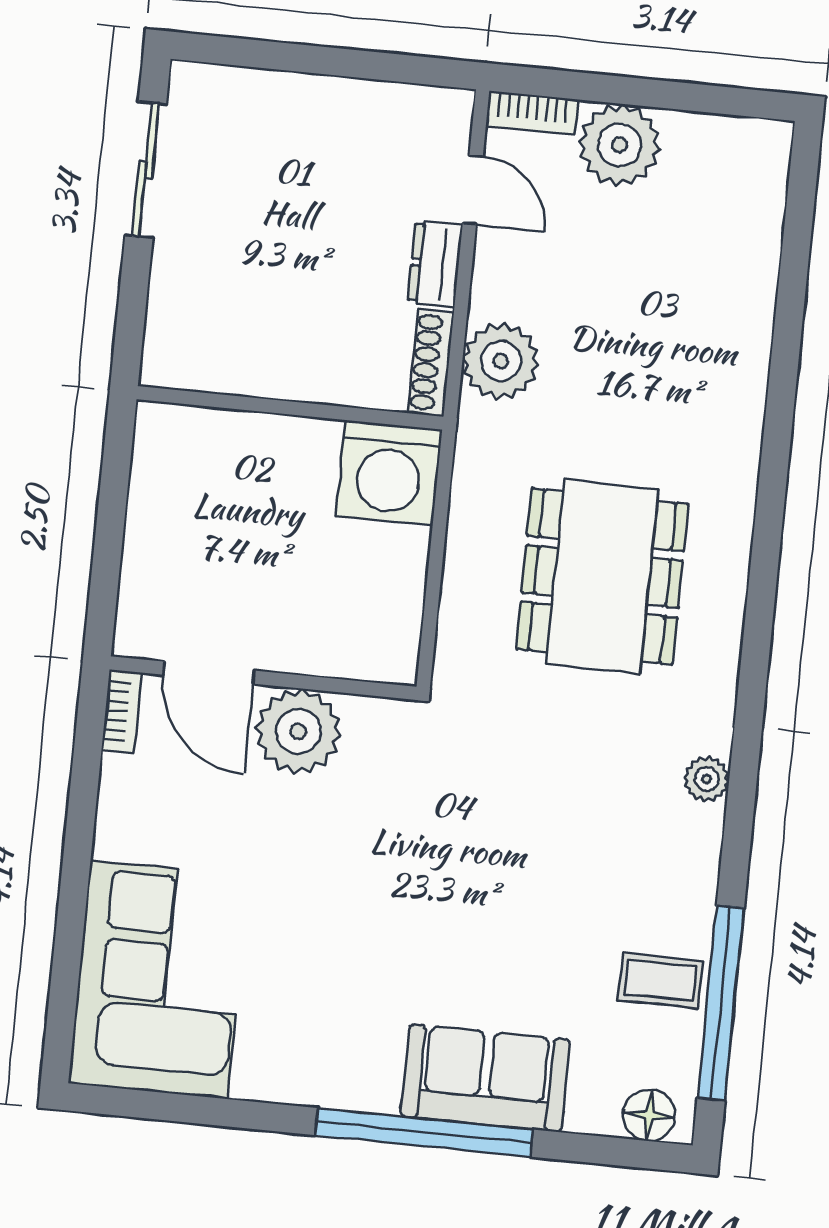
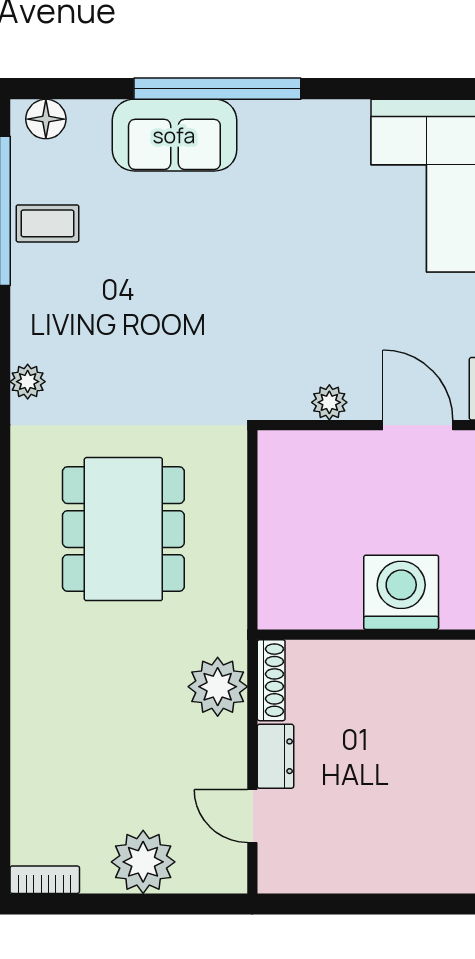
bookcase: (532, 113) -> (45, 880), moved
washing machine: (389, 473) -> (401, 592), moved
plant: (298, 731) -> (329, 402), width x0.53, depth x0.53

